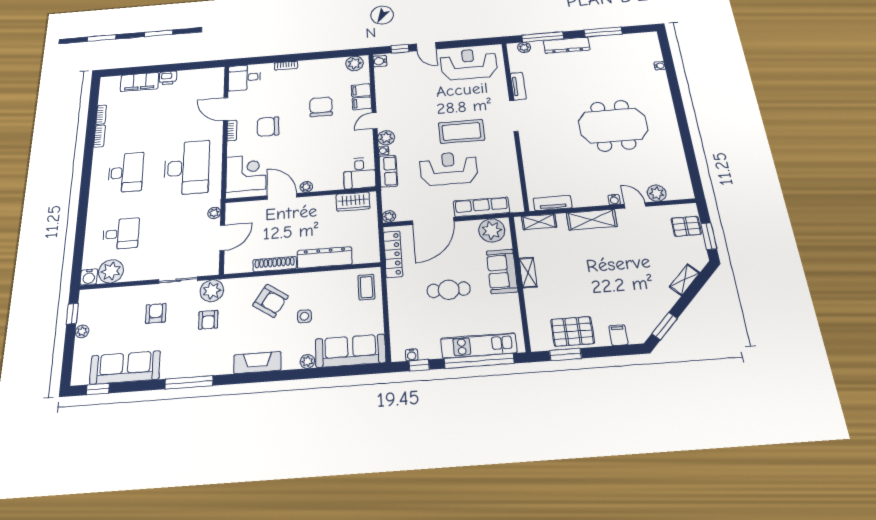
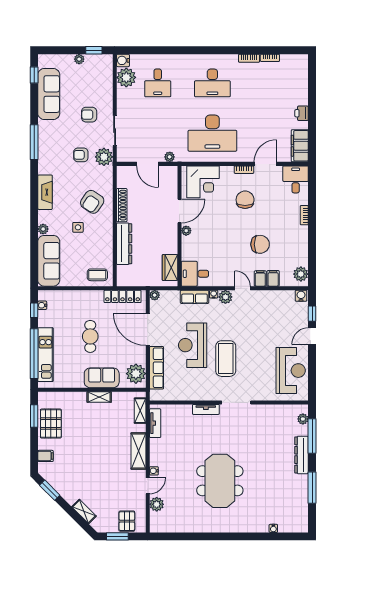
filing cabinet: (140, 82) -> (300, 146), moved
tv unit: (518, 86) -> (206, 409), moved
reception desk: (449, 169) -> (193, 345), turned 180
armchair: (156, 313) -> (89, 115), turned 180

